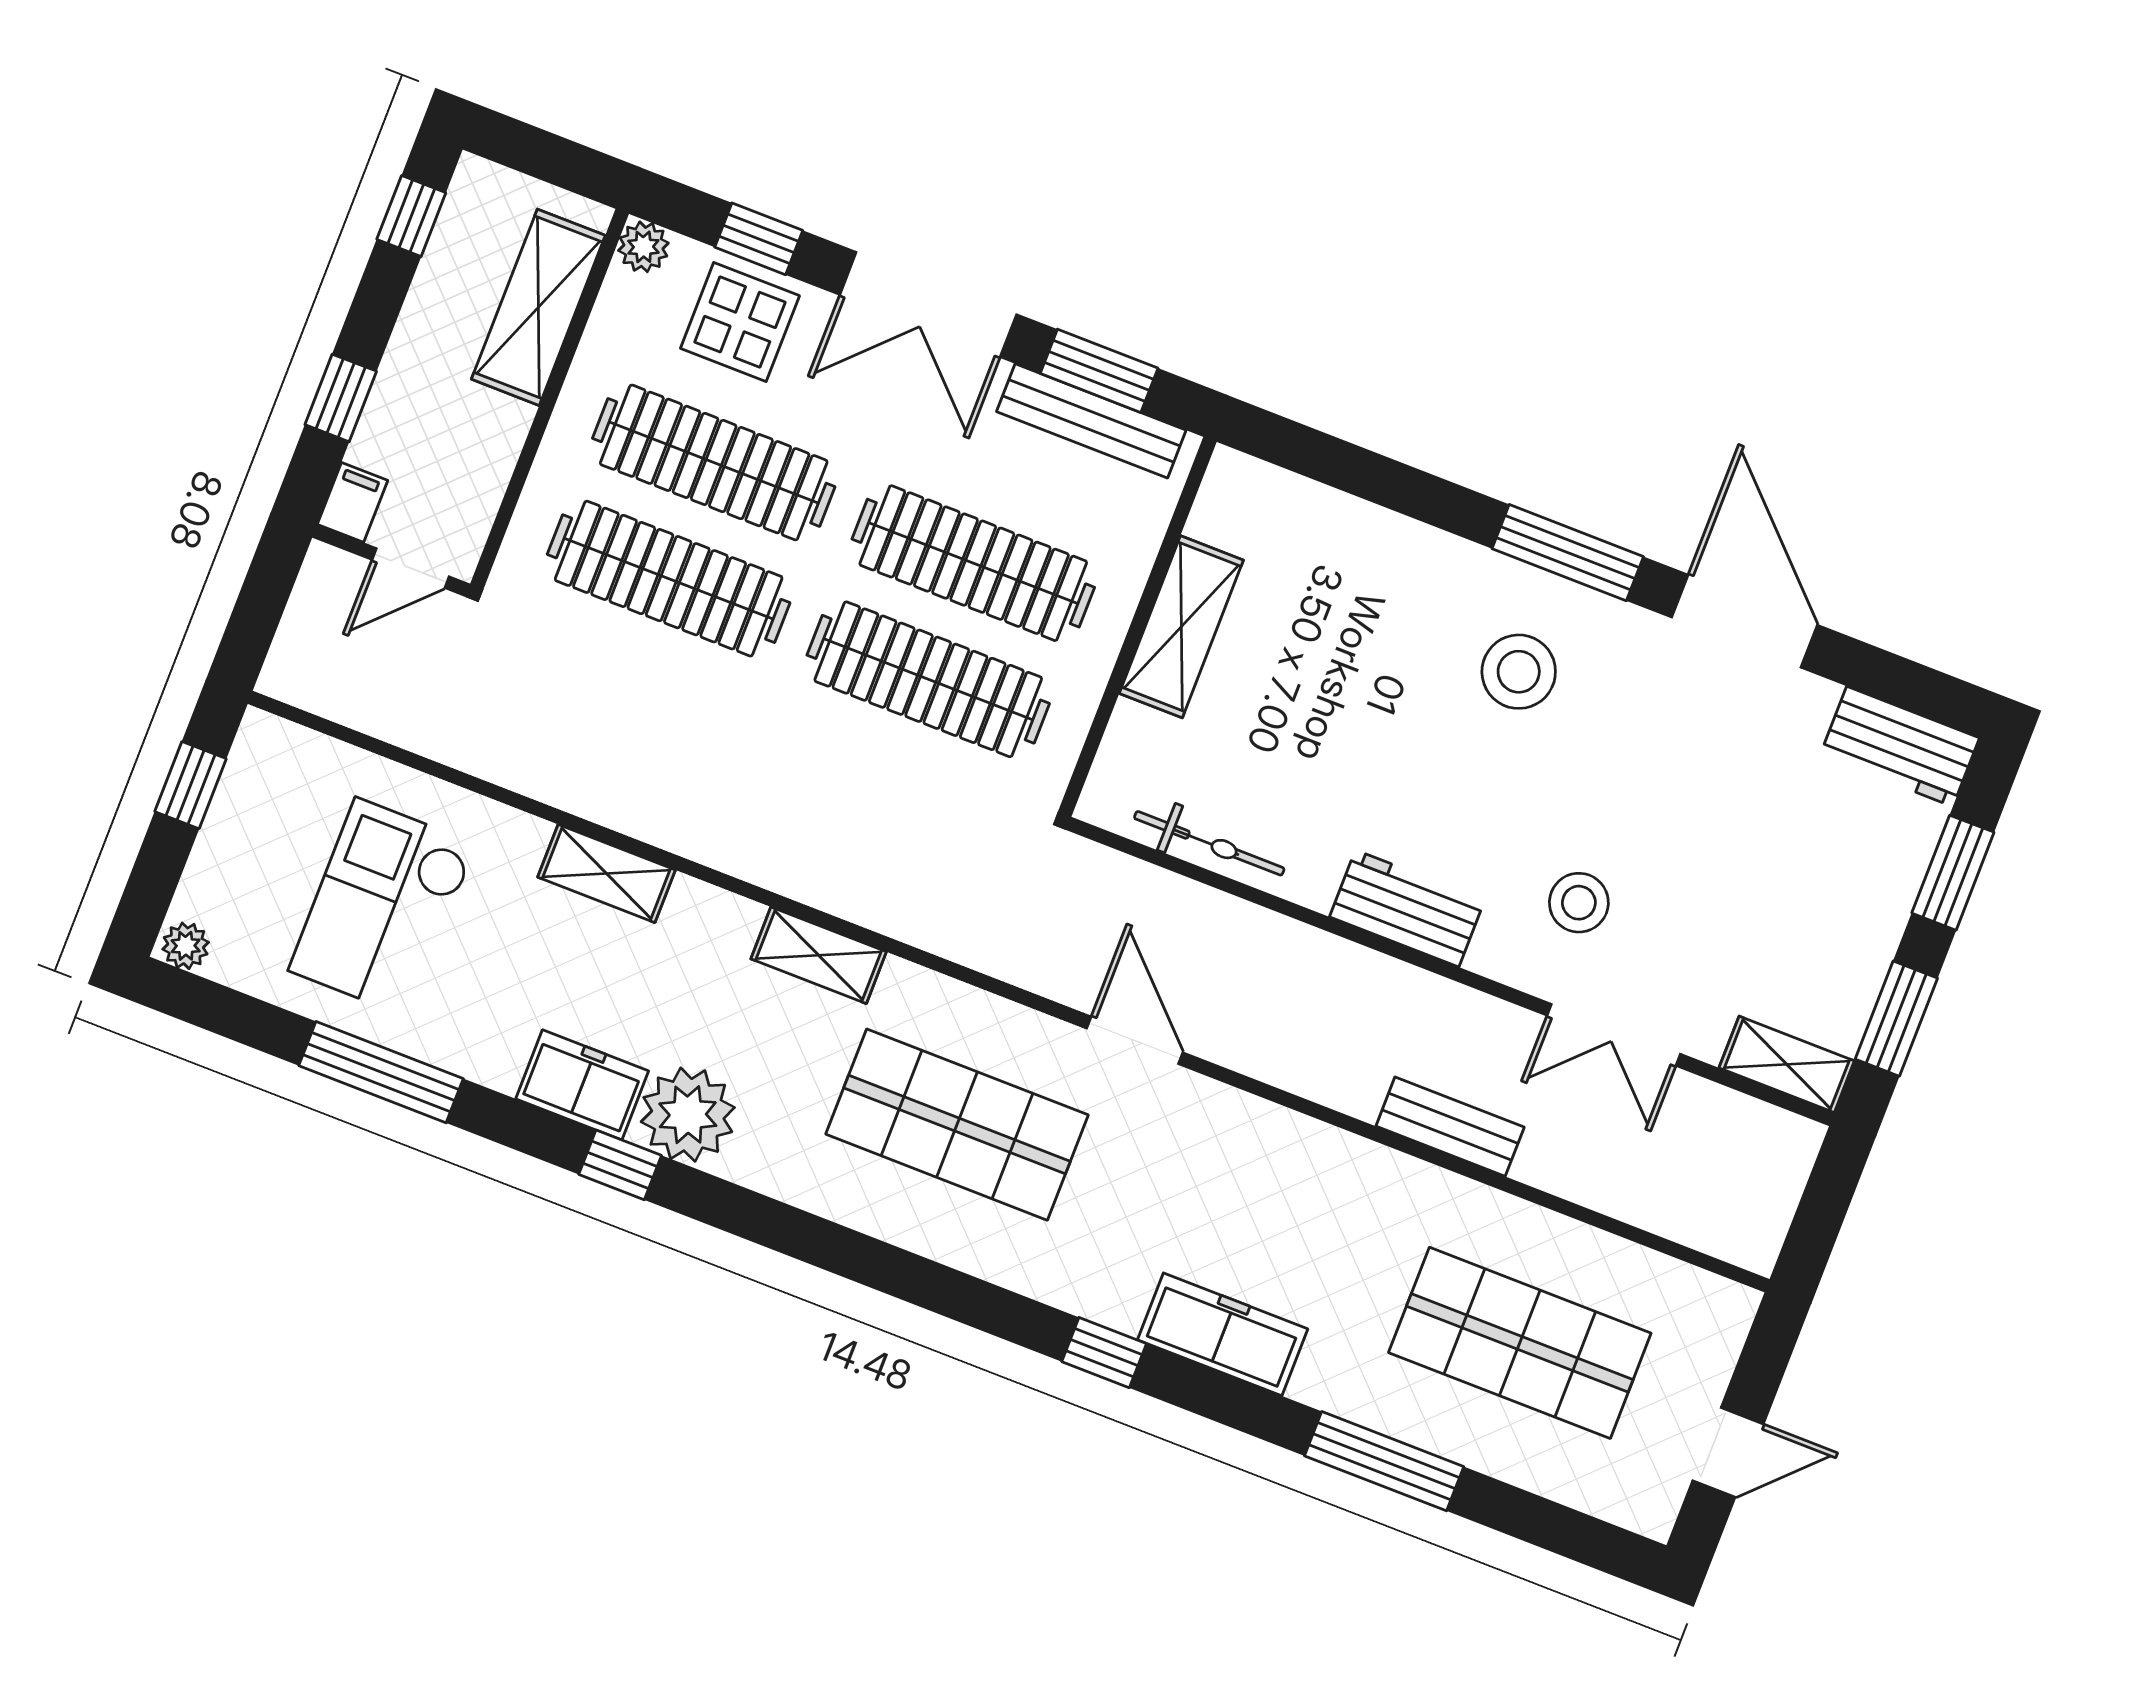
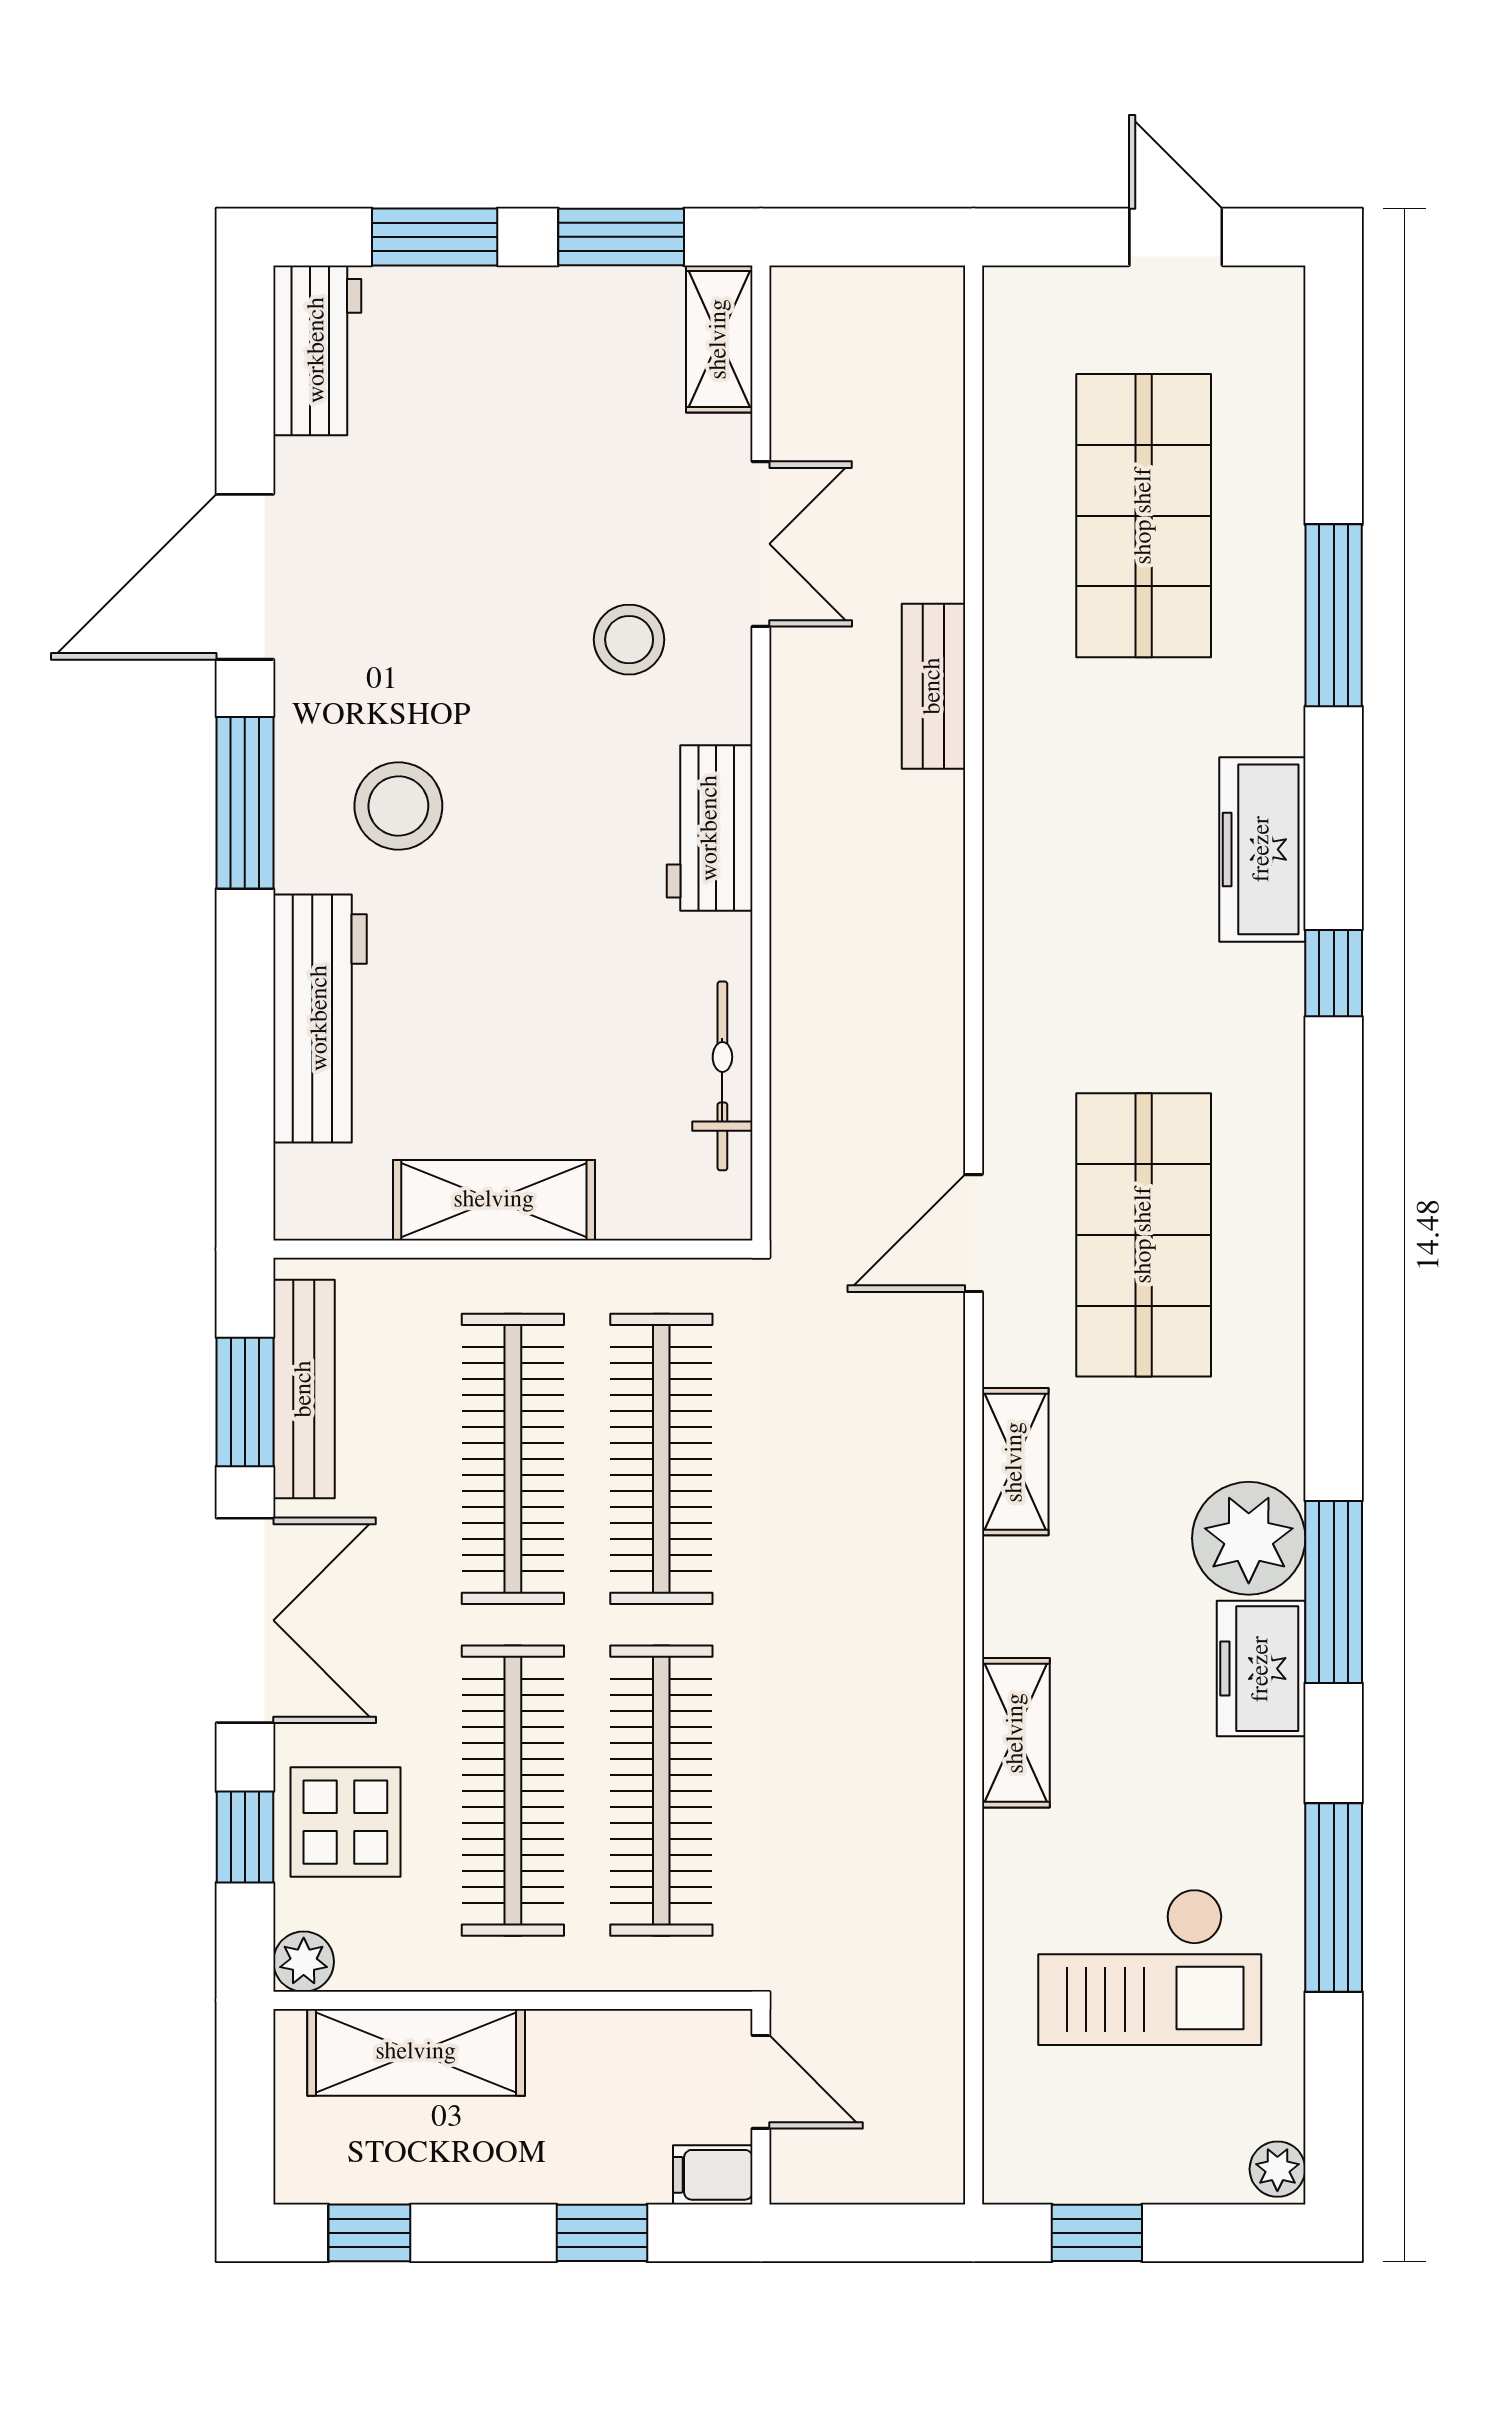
workbench: (1376, 546) -> (320, 1018), added
door: (1135, 1040) -> (974, 1233), moved
window: (620, 1165) -> (1334, 1592), width x2.17

